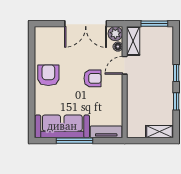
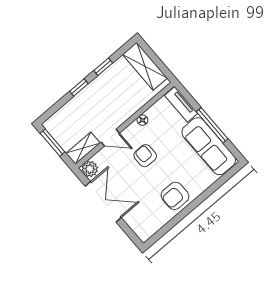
floor lamp: (118, 47) -> (142, 120), moved
shelving: (159, 132) -> (145, 66), width x1.50, depth x1.33

